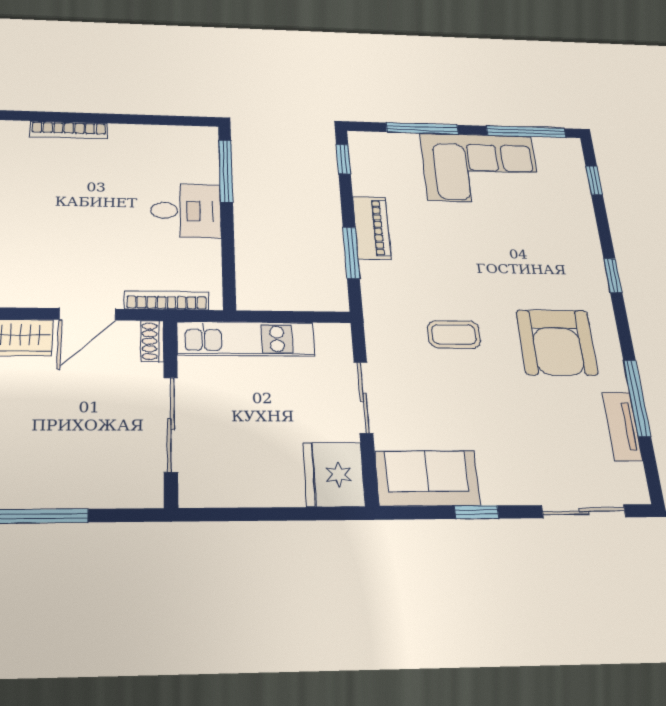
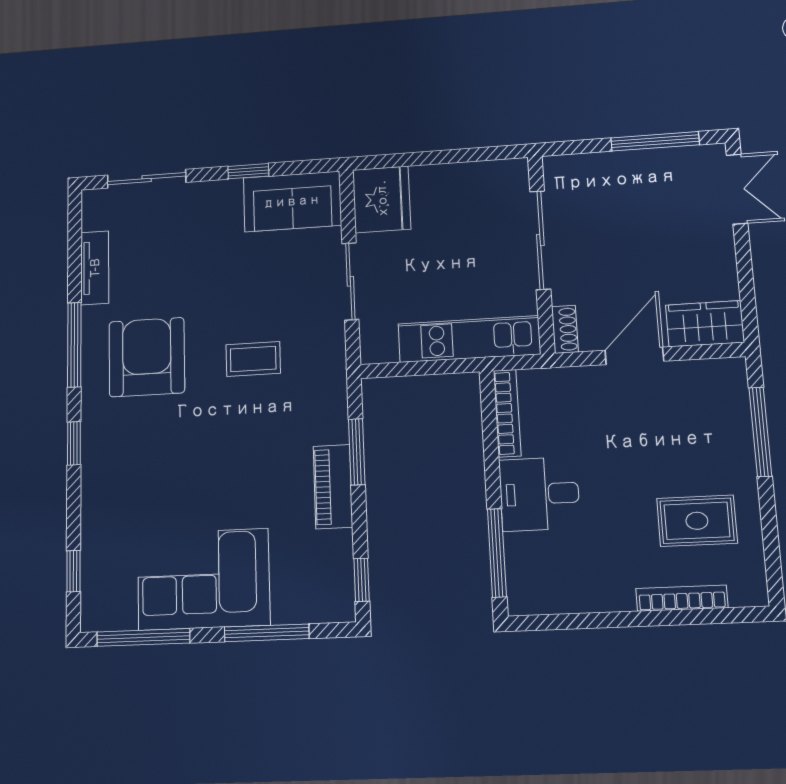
rug: (48, 183) -> (697, 521), added
bookcase: (167, 300) -> (507, 413), moved, turned -90
window: (637, 398) -> (74, 345), moved

